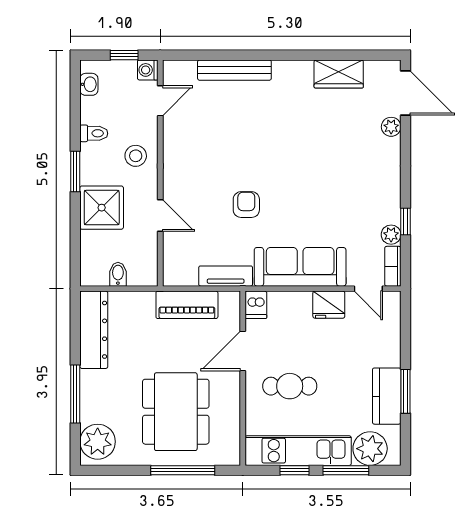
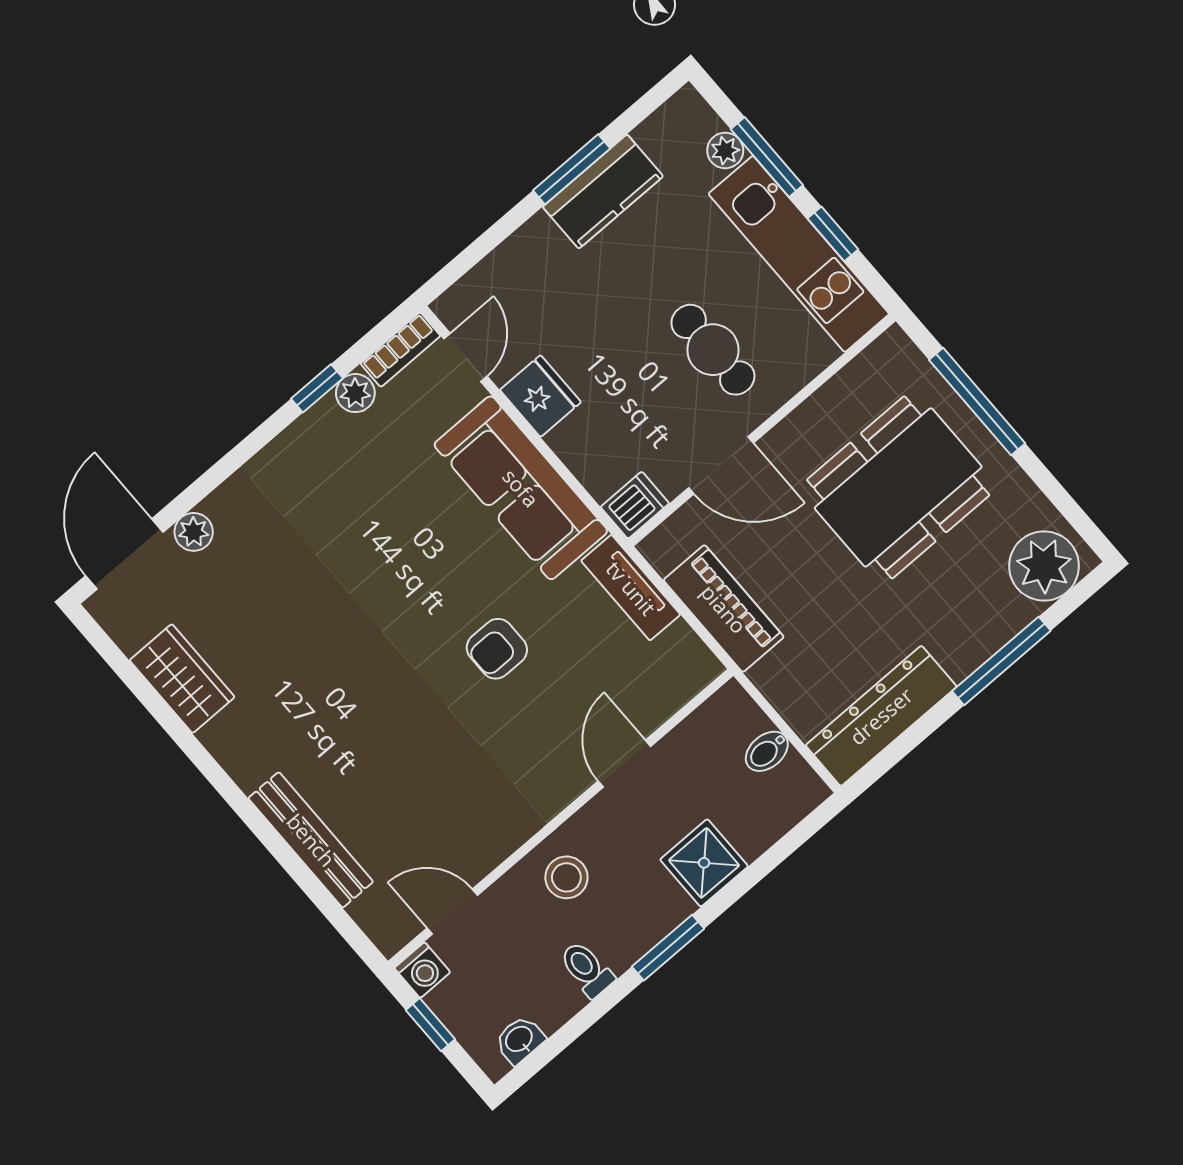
shower: (102, 208) -> (704, 863), width x0.73, depth x0.73
plant: (370, 449) -> (725, 150), width x0.53, depth x0.53

